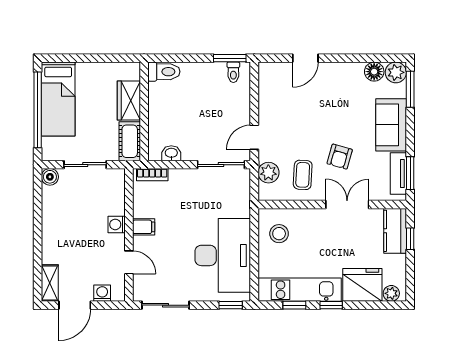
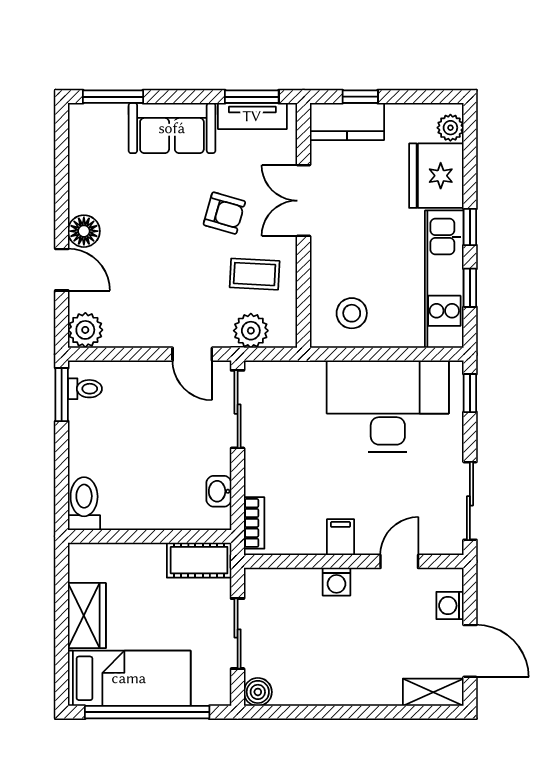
floor lamp: (374, 72) -> (84, 231), moved
plant: (396, 72) -> (85, 330), moved
wardrobe: (129, 100) -> (87, 616), moved, turned -90

